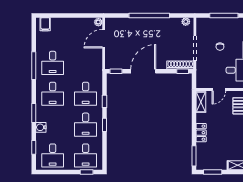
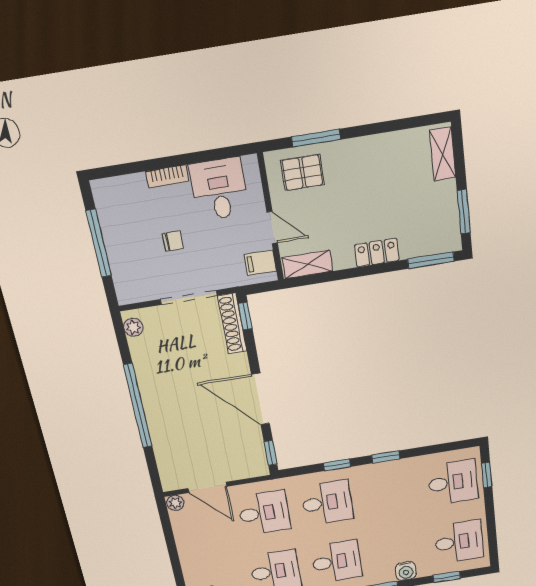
filing cabinet: (205, 82) -> (260, 263), added
desk: (86, 125) -> (264, 513), moved

